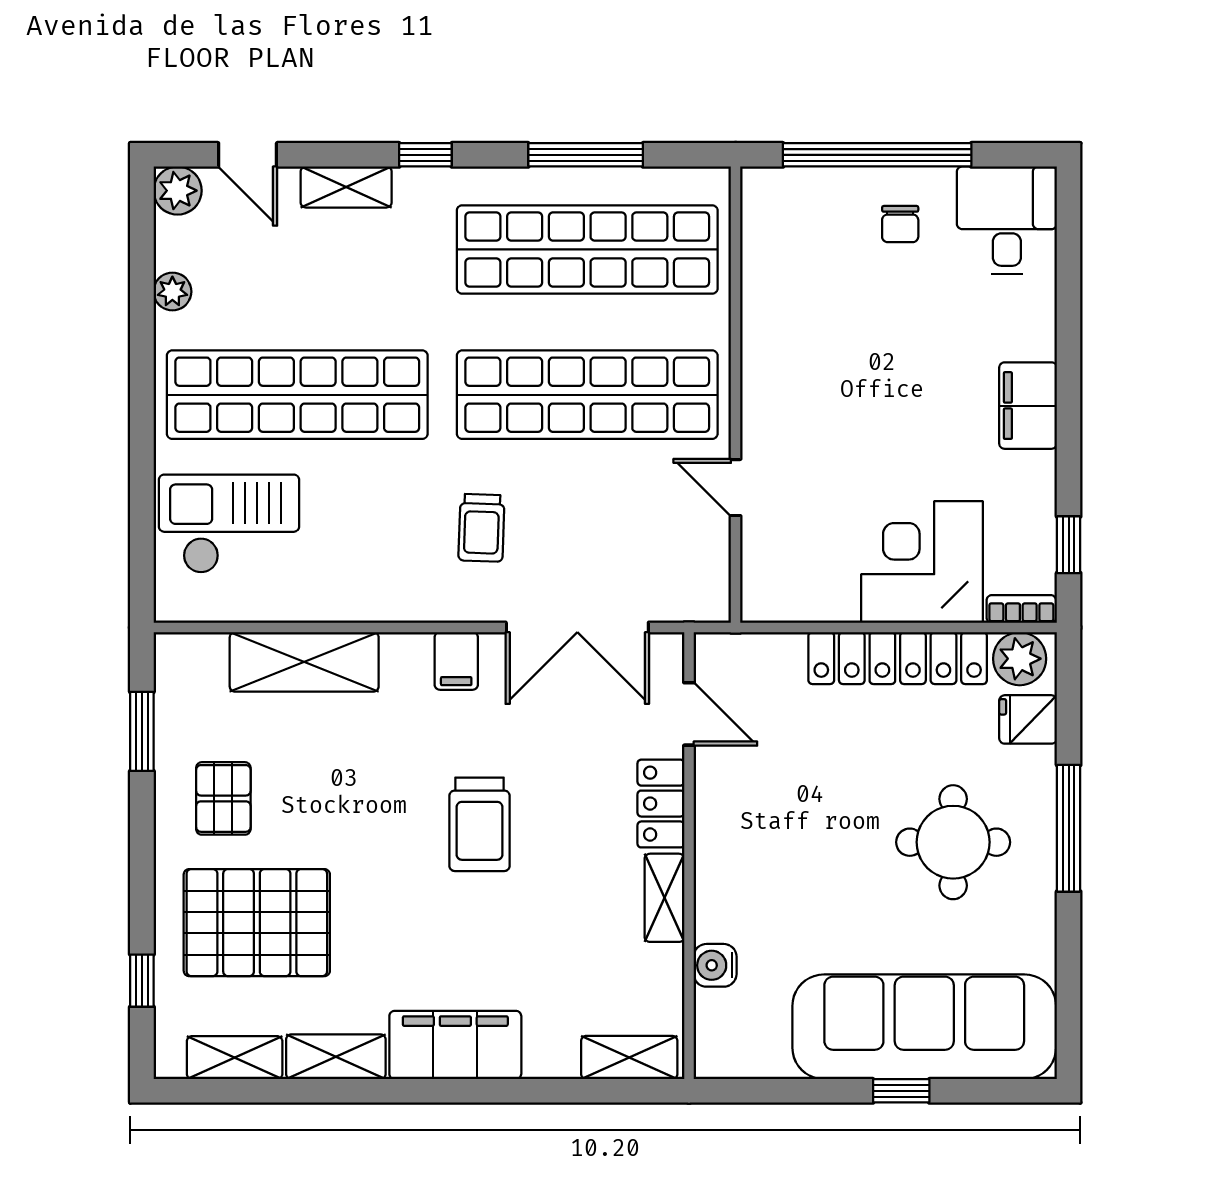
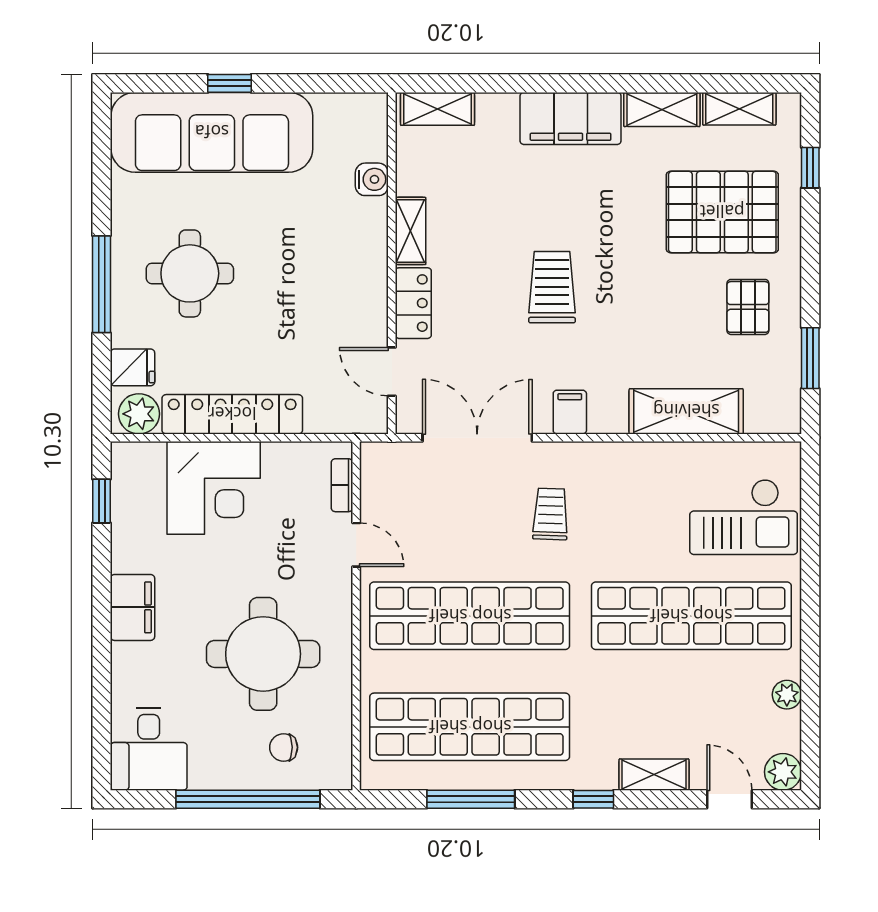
chair: (900, 224) -> (284, 747), moved, turned -90
round table: (857, 345) -> (263, 654), added
bookcase: (1021, 609) -> (342, 485), moved, turned 90

